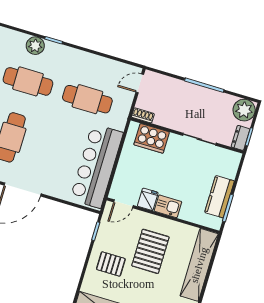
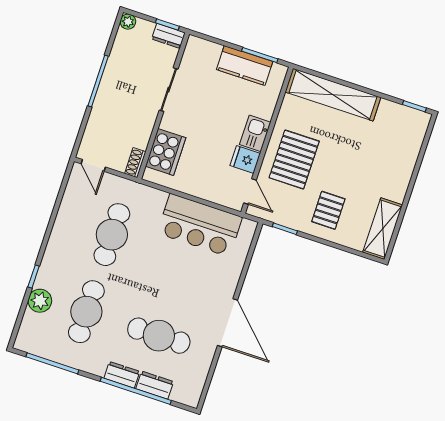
plant: (244, 110) -> (128, 22), width x0.53, depth x0.53
bar counter: (97, 166) -> (200, 225), width x0.73
pallet: (150, 251) -> (294, 159), moved, turned 90

